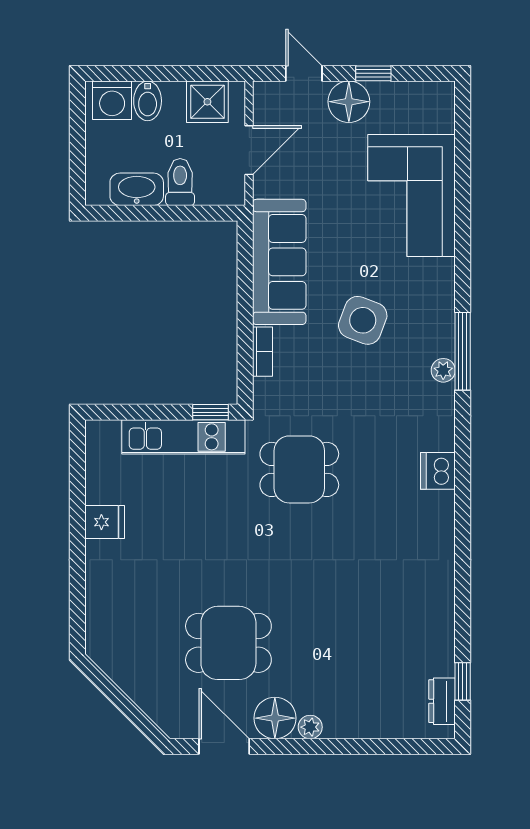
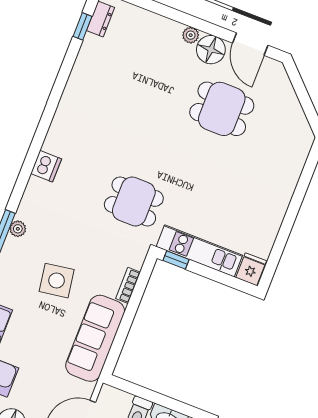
side table: (363, 320) -> (57, 281), turned -30
fridge: (105, 522) -> (251, 269), moved, turned 90

